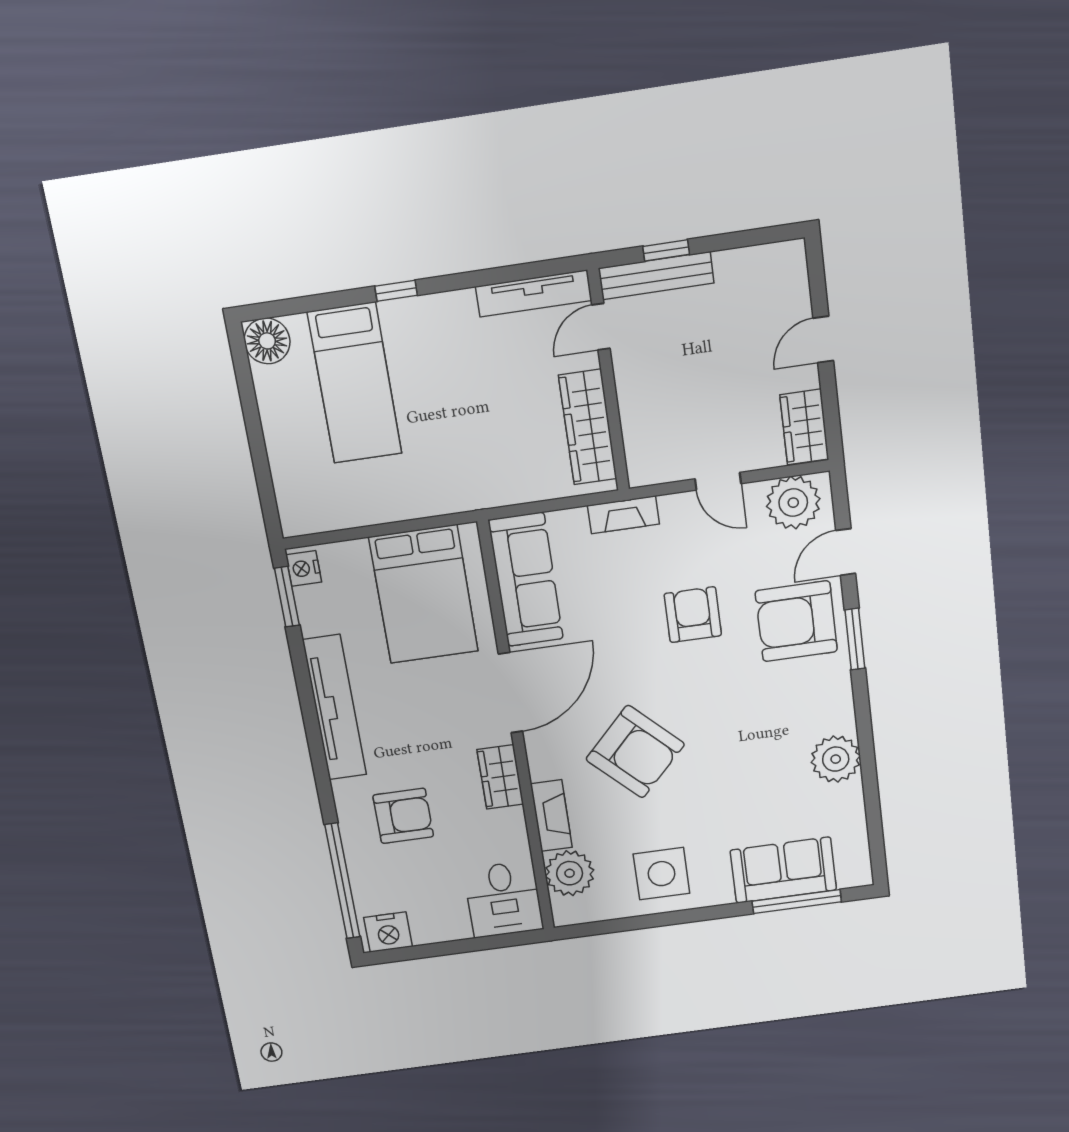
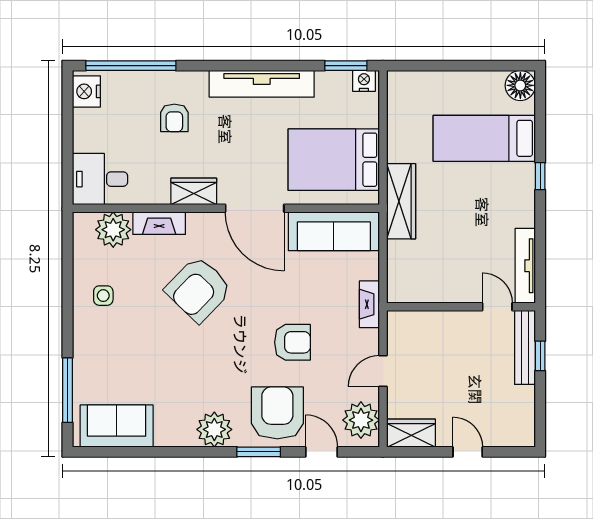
wardrobe: (588, 427) -> (401, 201), moved, turned 90
plant: (836, 759) -> (214, 429), moved
armchair: (403, 816) -> (174, 118), width x0.72, depth x0.72
sofa: (783, 870) -> (117, 426), moved, turned -90
side table: (662, 874) -> (103, 296), width x0.54, depth x0.54

